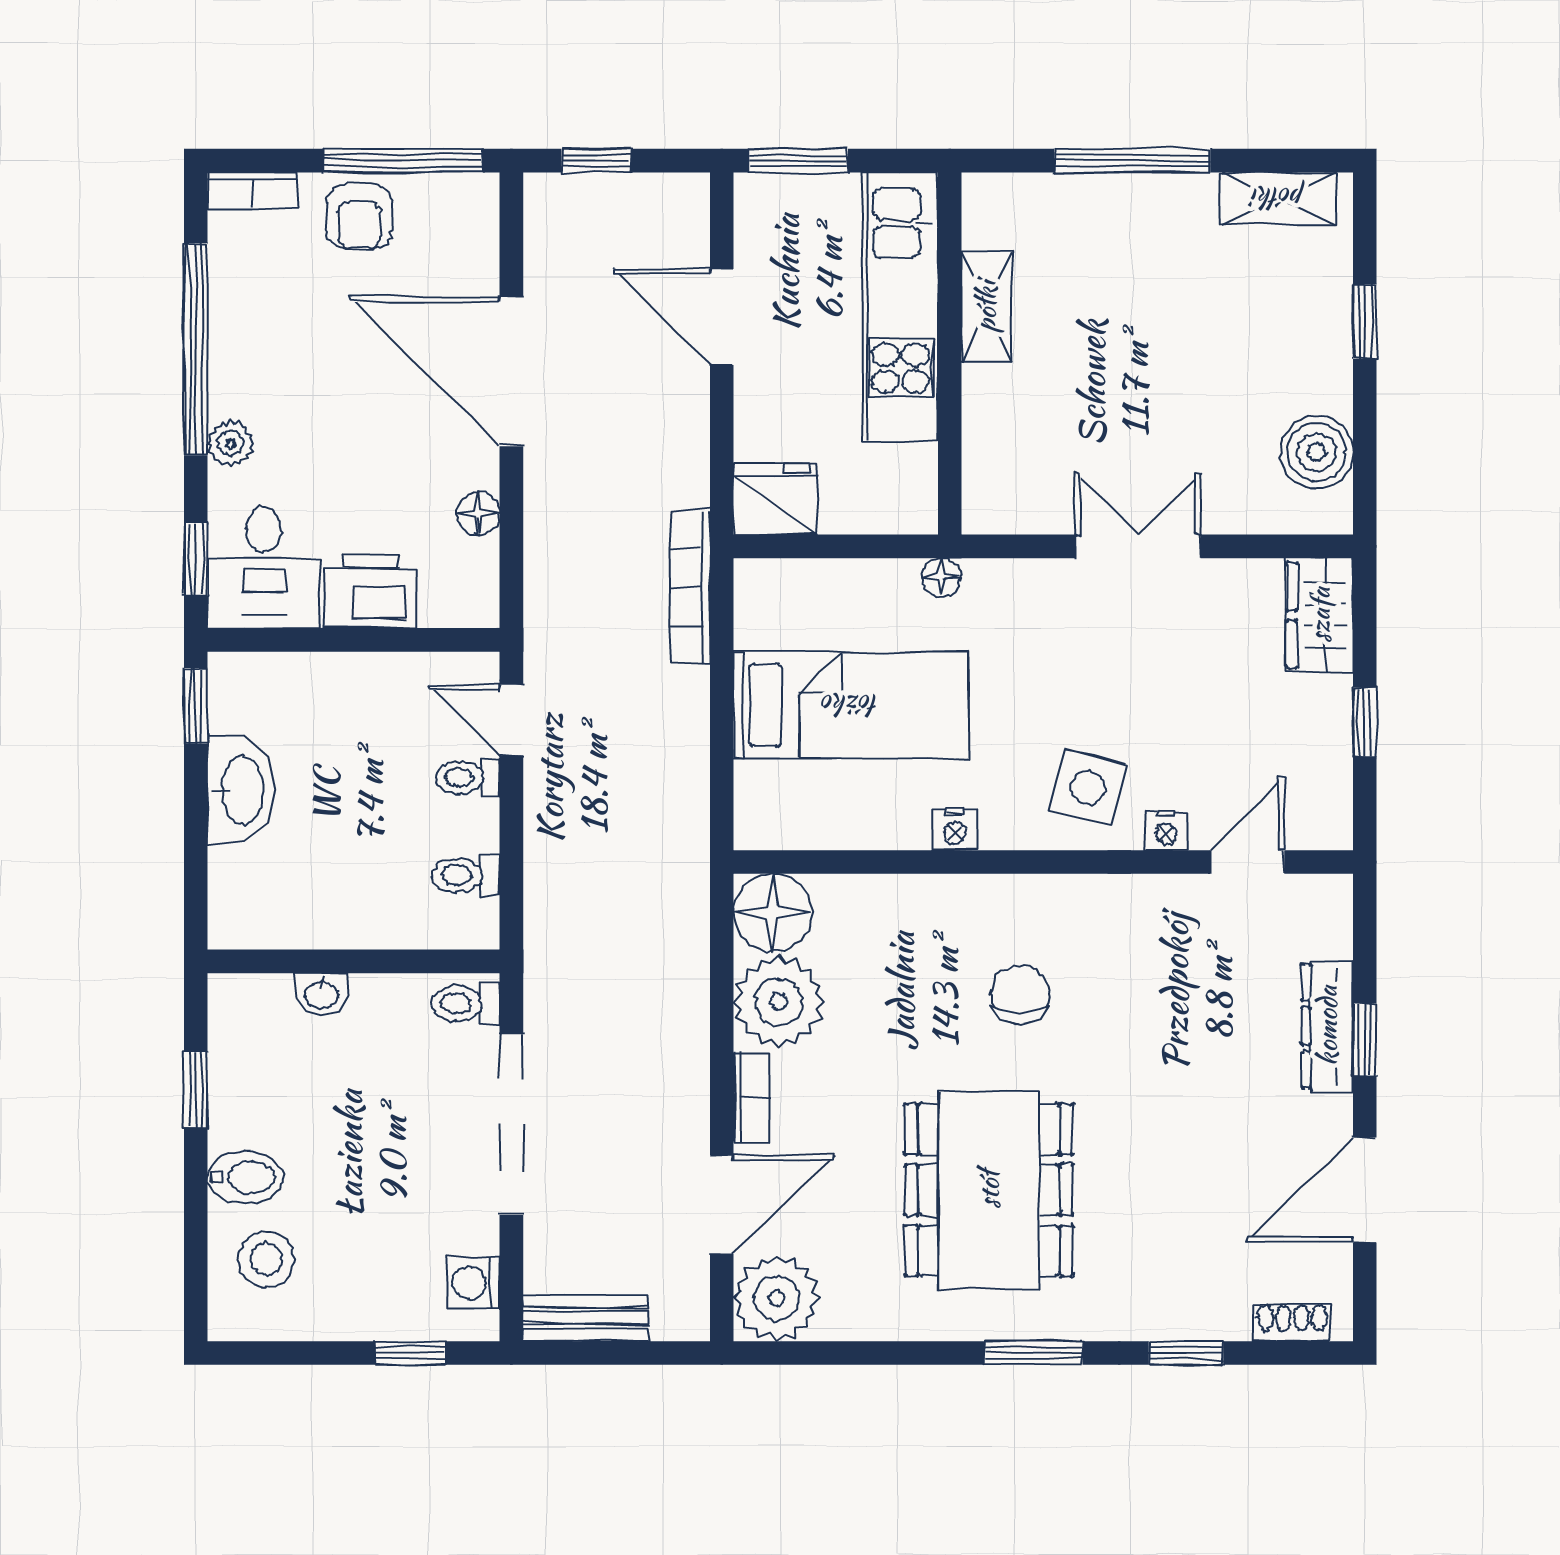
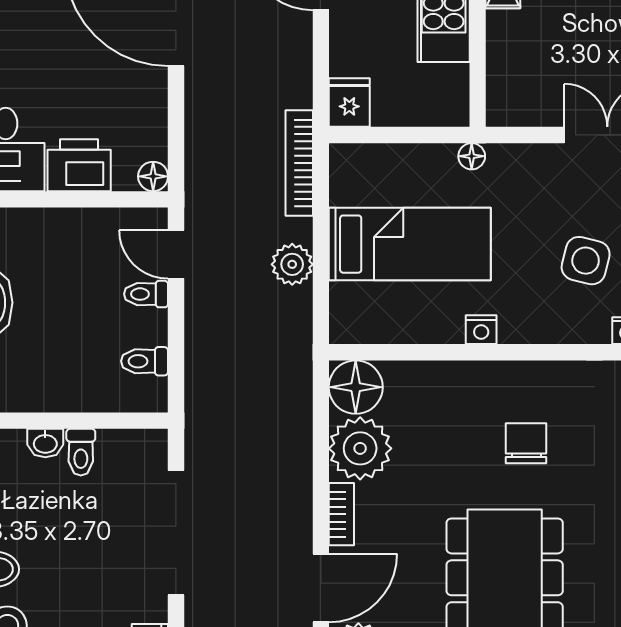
fridge: (775, 499) -> (349, 103), width x0.72
floor lamp: (478, 513) -> (153, 176), moved
plant: (680, 734) -> (292, 264), added
side table: (1088, 787) -> (586, 261), moved
toilet: (466, 1003) -> (81, 452), moved, turned -90

